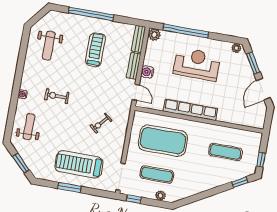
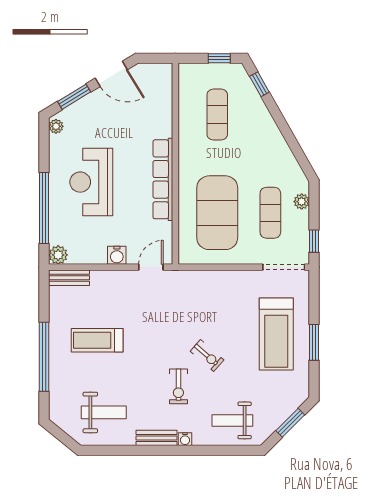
bench: (134, 66) -> (157, 438), moved
exercise bike: (101, 123) -> (207, 356), moved

